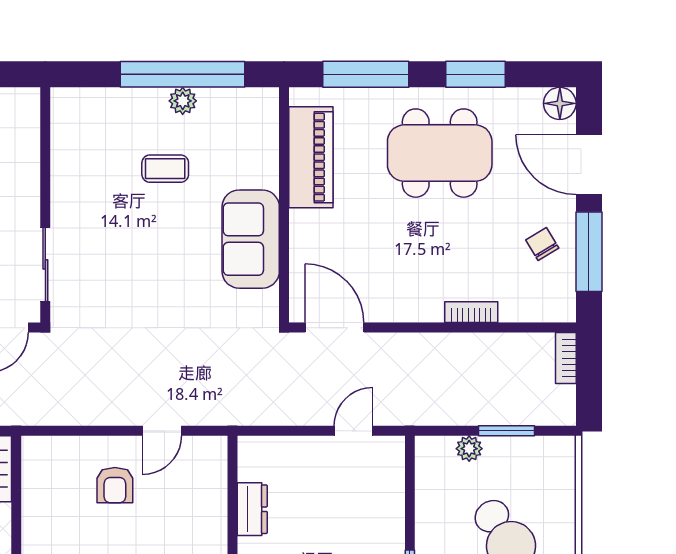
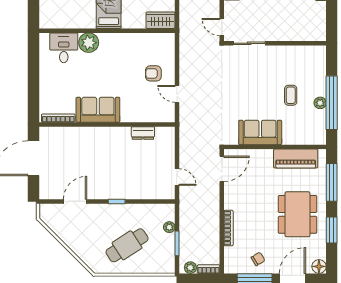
bookcase: (471, 312) -> (228, 228), width x1.56
plant: (562, 400) -> (190, 268), added

